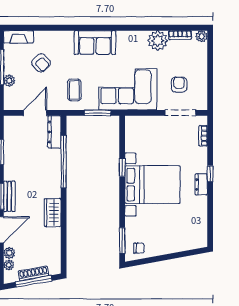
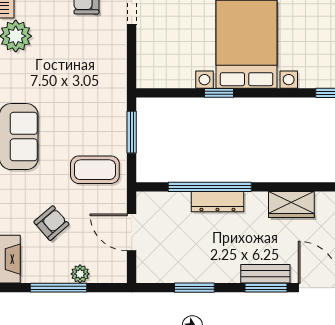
corner sofa: (128, 89) -> (94, 84), removed
coffee table: (74, 90) -> (95, 170), width x1.36, depth x1.30
dresser: (54, 132) -> (217, 202), moved

